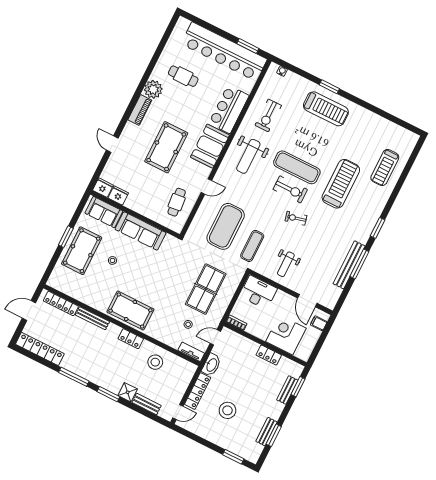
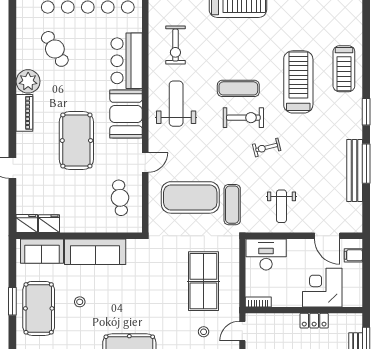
cafe table: (183, 76) -> (55, 49), turned 59
weight bench: (248, 156) -> (176, 104), turned 180
exercise mat: (297, 167) -> (238, 88), width x0.73, depth x0.69
treadmill: (385, 168) -> (344, 69), moved
exercise mat: (226, 226) -> (190, 197), turned 90

